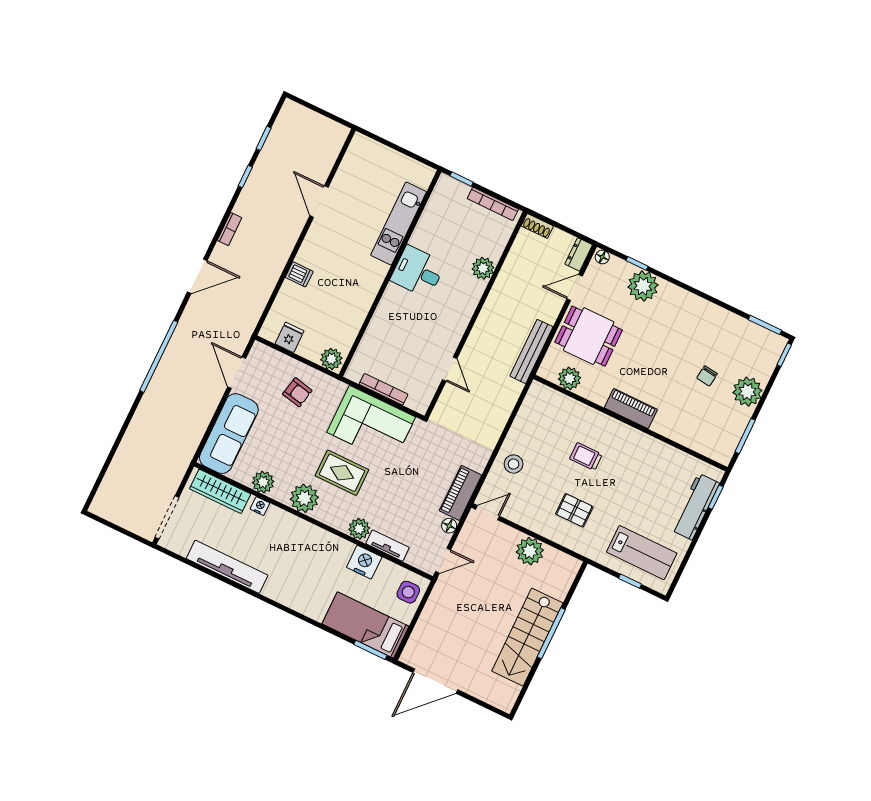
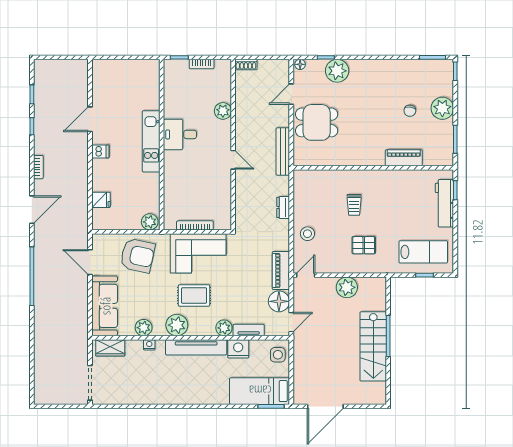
door: (319, 202) -> (90, 119), hinge flipped
bookcase: (493, 204) -> (202, 64), width x0.64
kitchen unit: (399, 223) -> (151, 141), moved
dresser: (579, 254) -> (283, 207), moved
dishwasher: (299, 274) -> (100, 151), moved
fridge: (290, 337) -> (101, 200), moved, turned 90
door: (450, 369) -> (233, 160), moved
plant: (569, 378) -> (317, 157), removed
armchair: (297, 392) -> (138, 256), width x1.88, depth x1.88
piano: (631, 409) -> (404, 158), moved
trolley: (586, 457) -> (354, 205), turned -90
wardrobe: (220, 491) -> (110, 348), width x0.67
floor lamp: (449, 526) -> (279, 301), width x1.89, depth x1.89
tv unit: (227, 567) -> (196, 347), moved, turned 180

